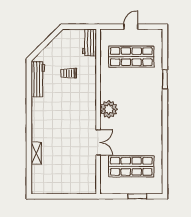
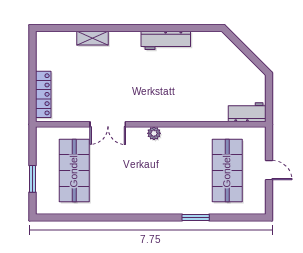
trolley: (69, 73) -> (204, 83), removed
workbench: (38, 79) -> (166, 40), moved
plant: (109, 109) -> (154, 133), width x0.53, depth x0.53
locker: (77, 189) -> (43, 94), added

